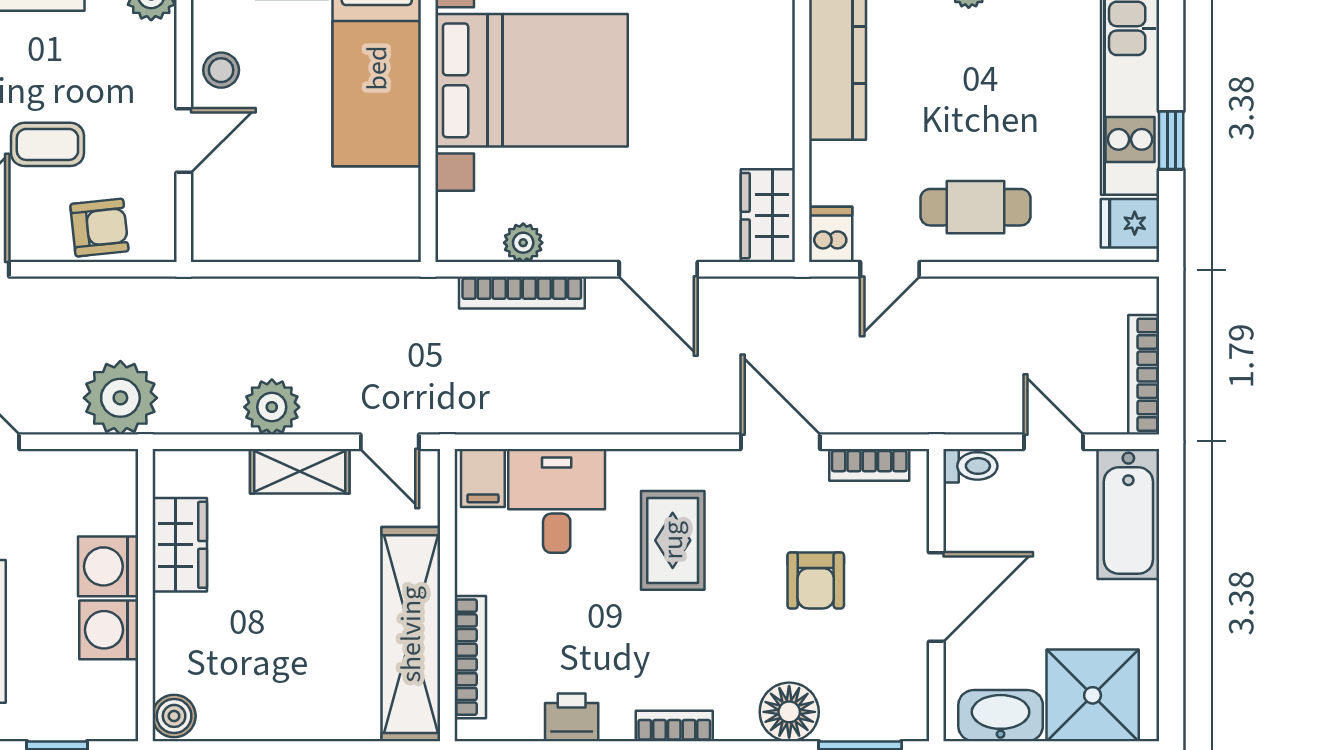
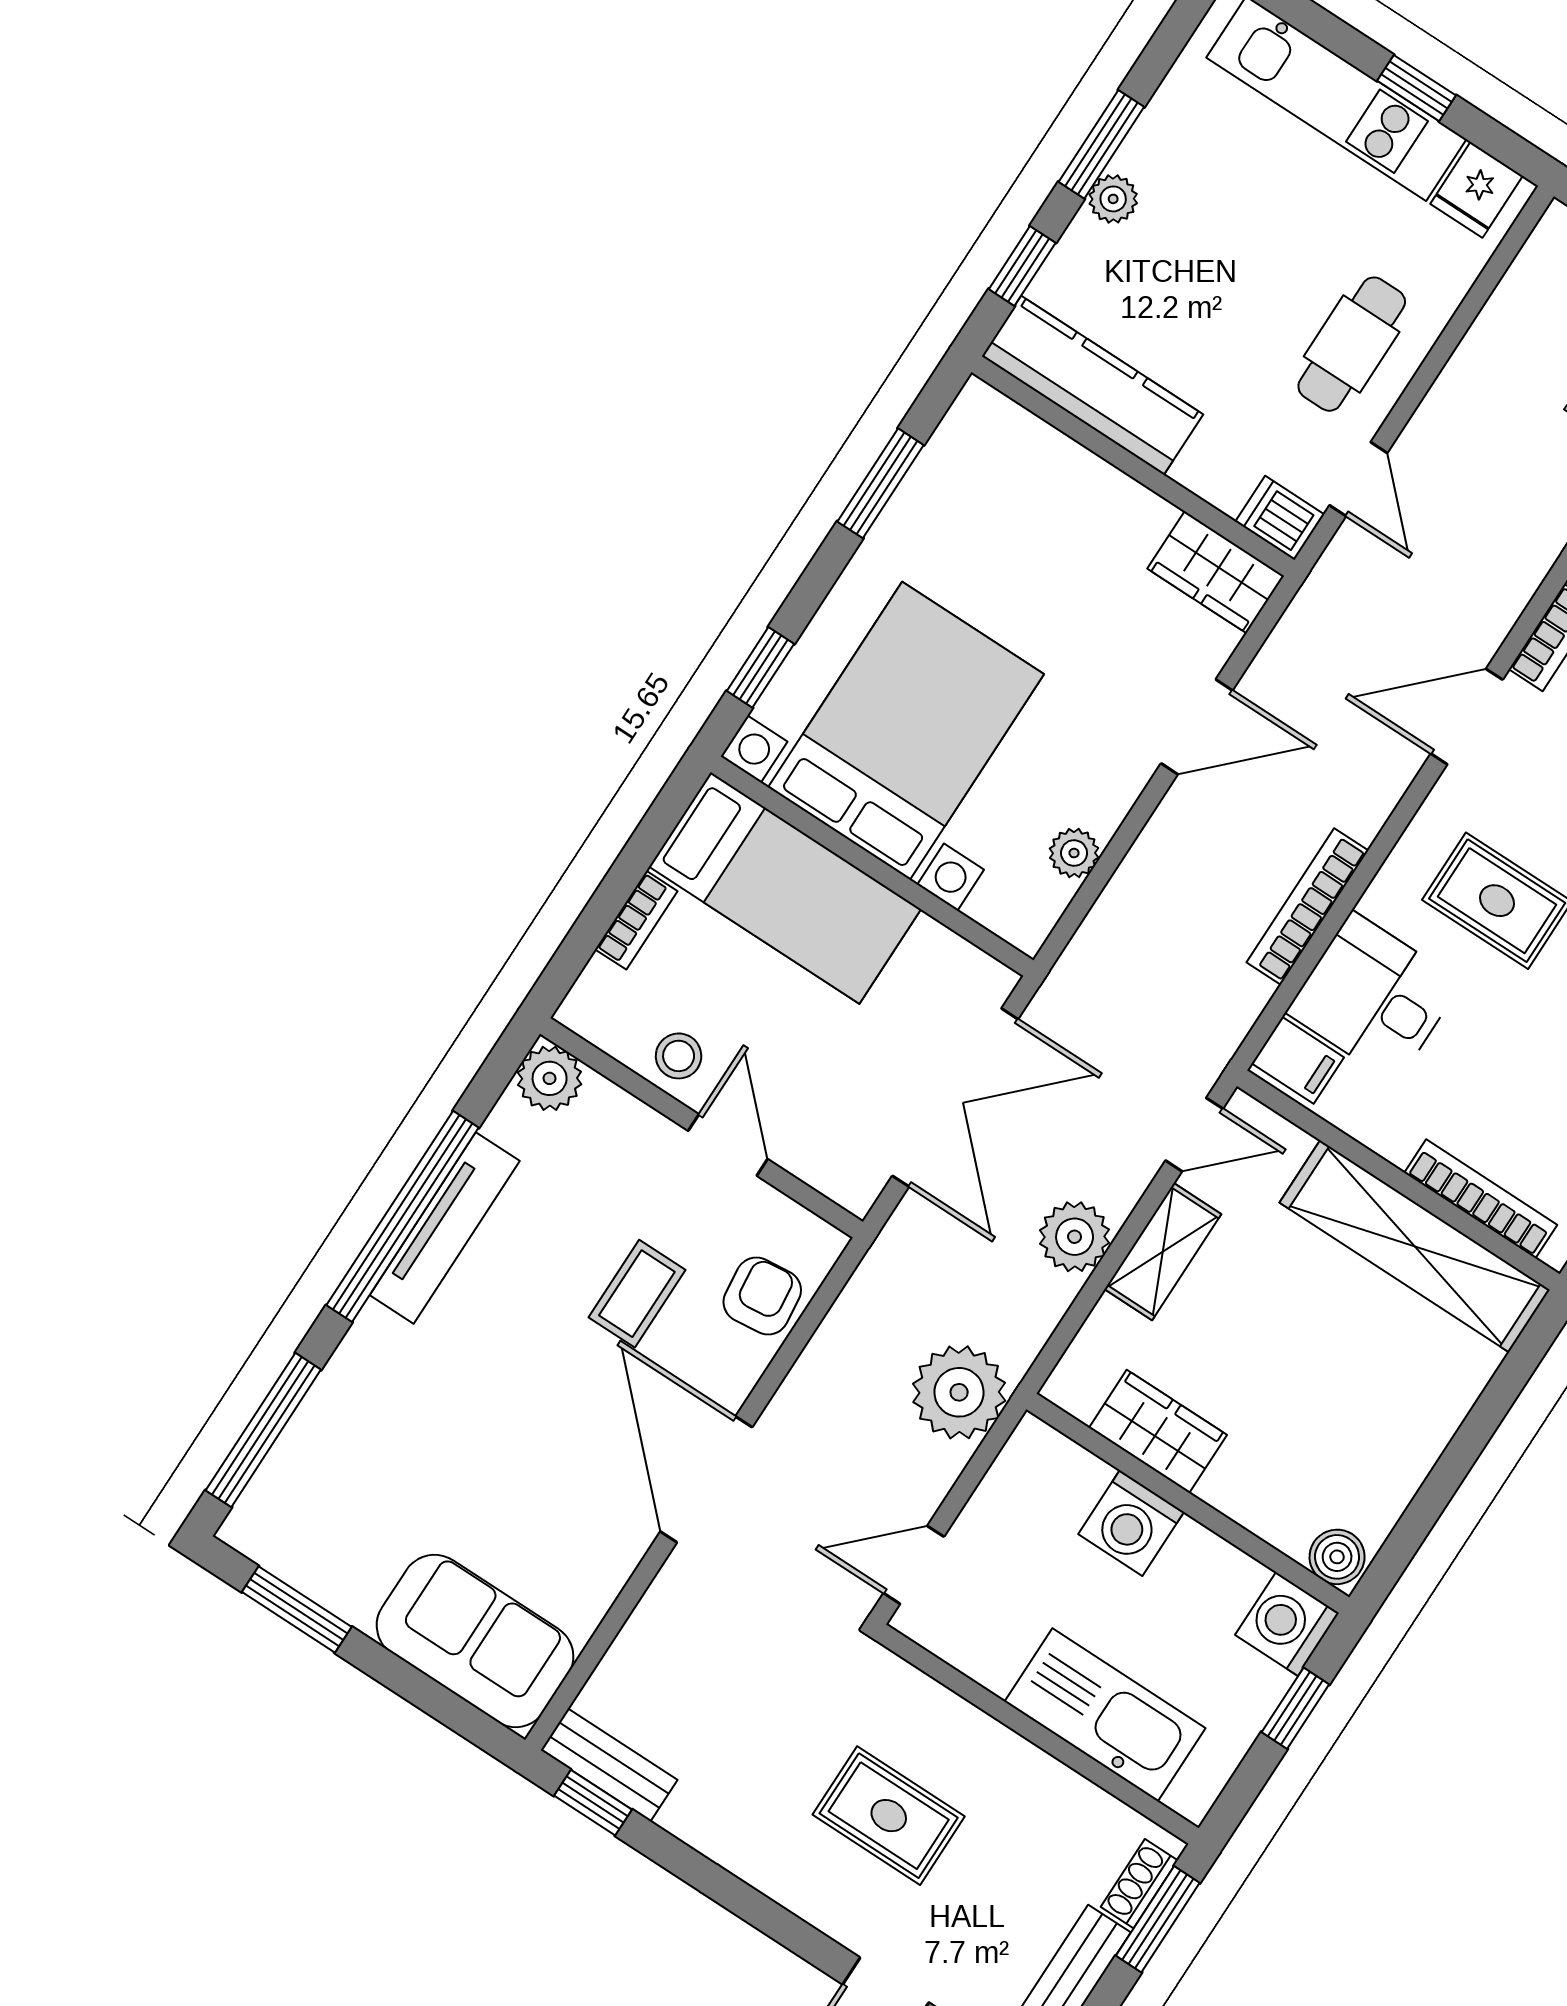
double door: (312, 269) -> (955, 1098), added
bookcase: (522, 293) -> (1307, 906), moved, turned 180
washing machine: (109, 630) -> (1287, 1624), moved, turned 90

